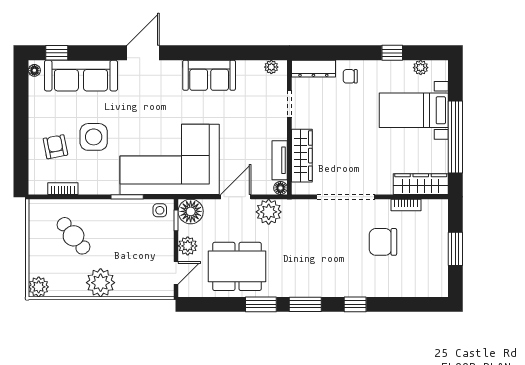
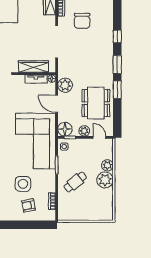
cafe table: (74, 236) -> (75, 182), moved
plant: (39, 287) -> (107, 165), moved

